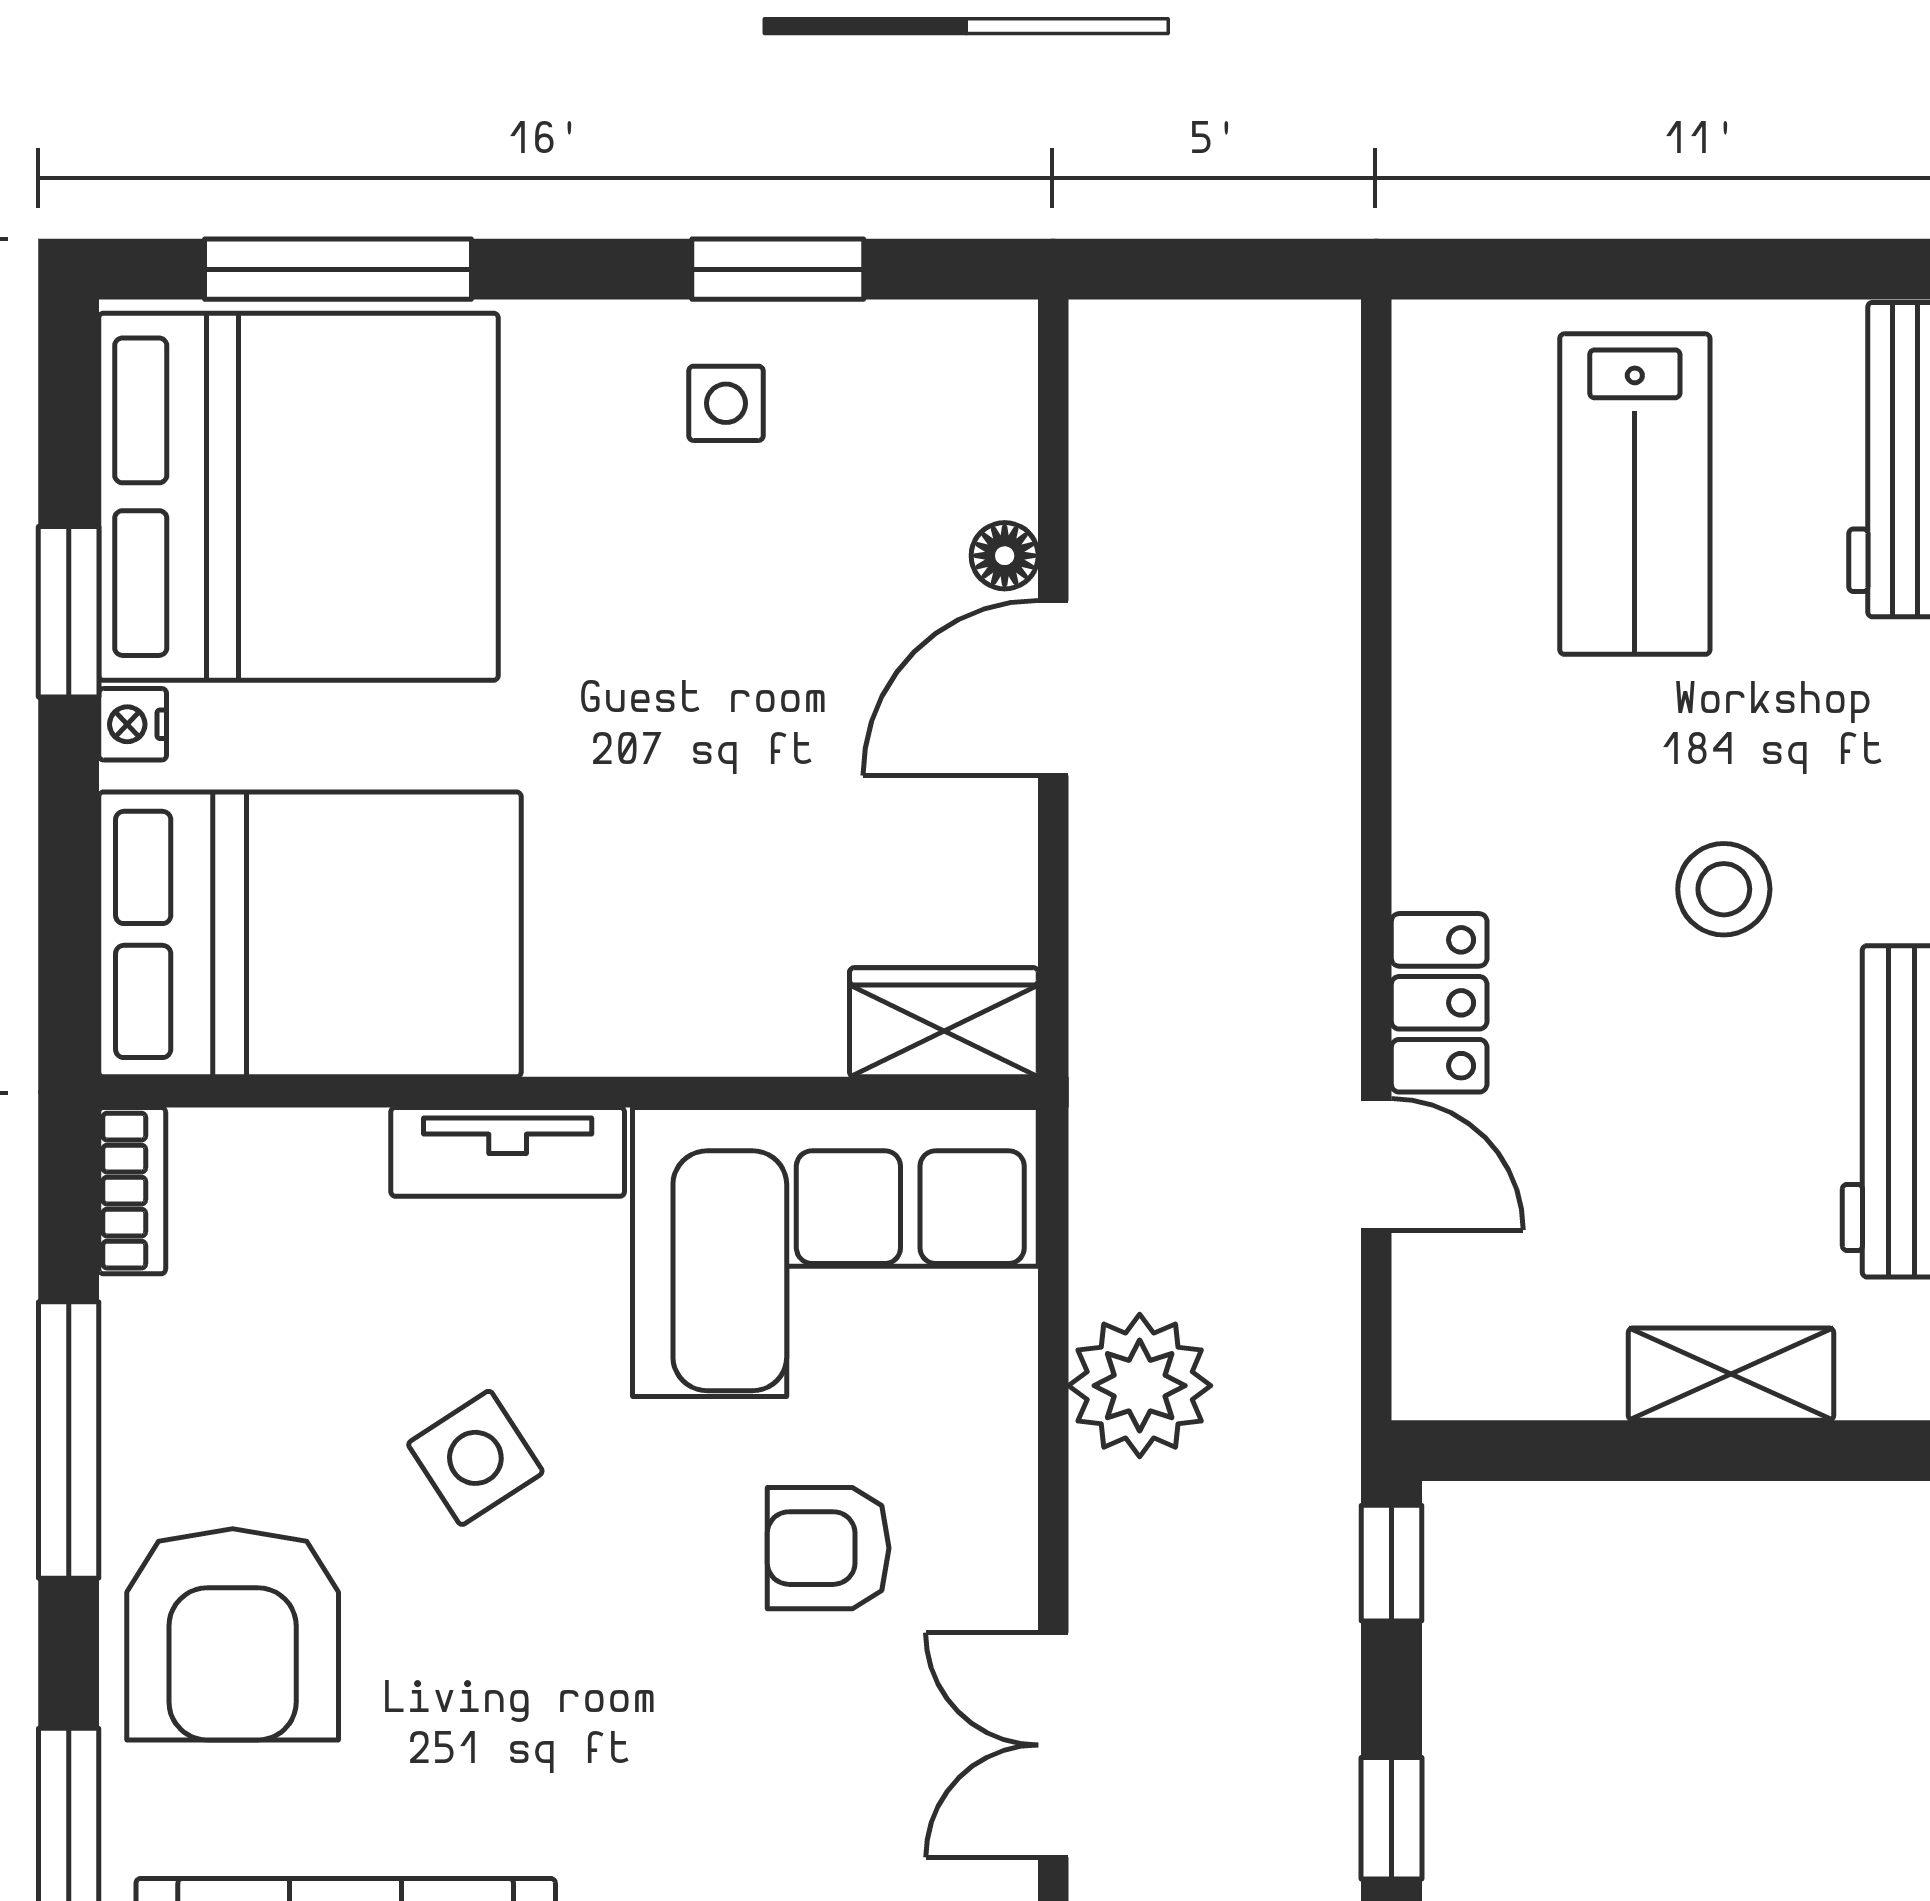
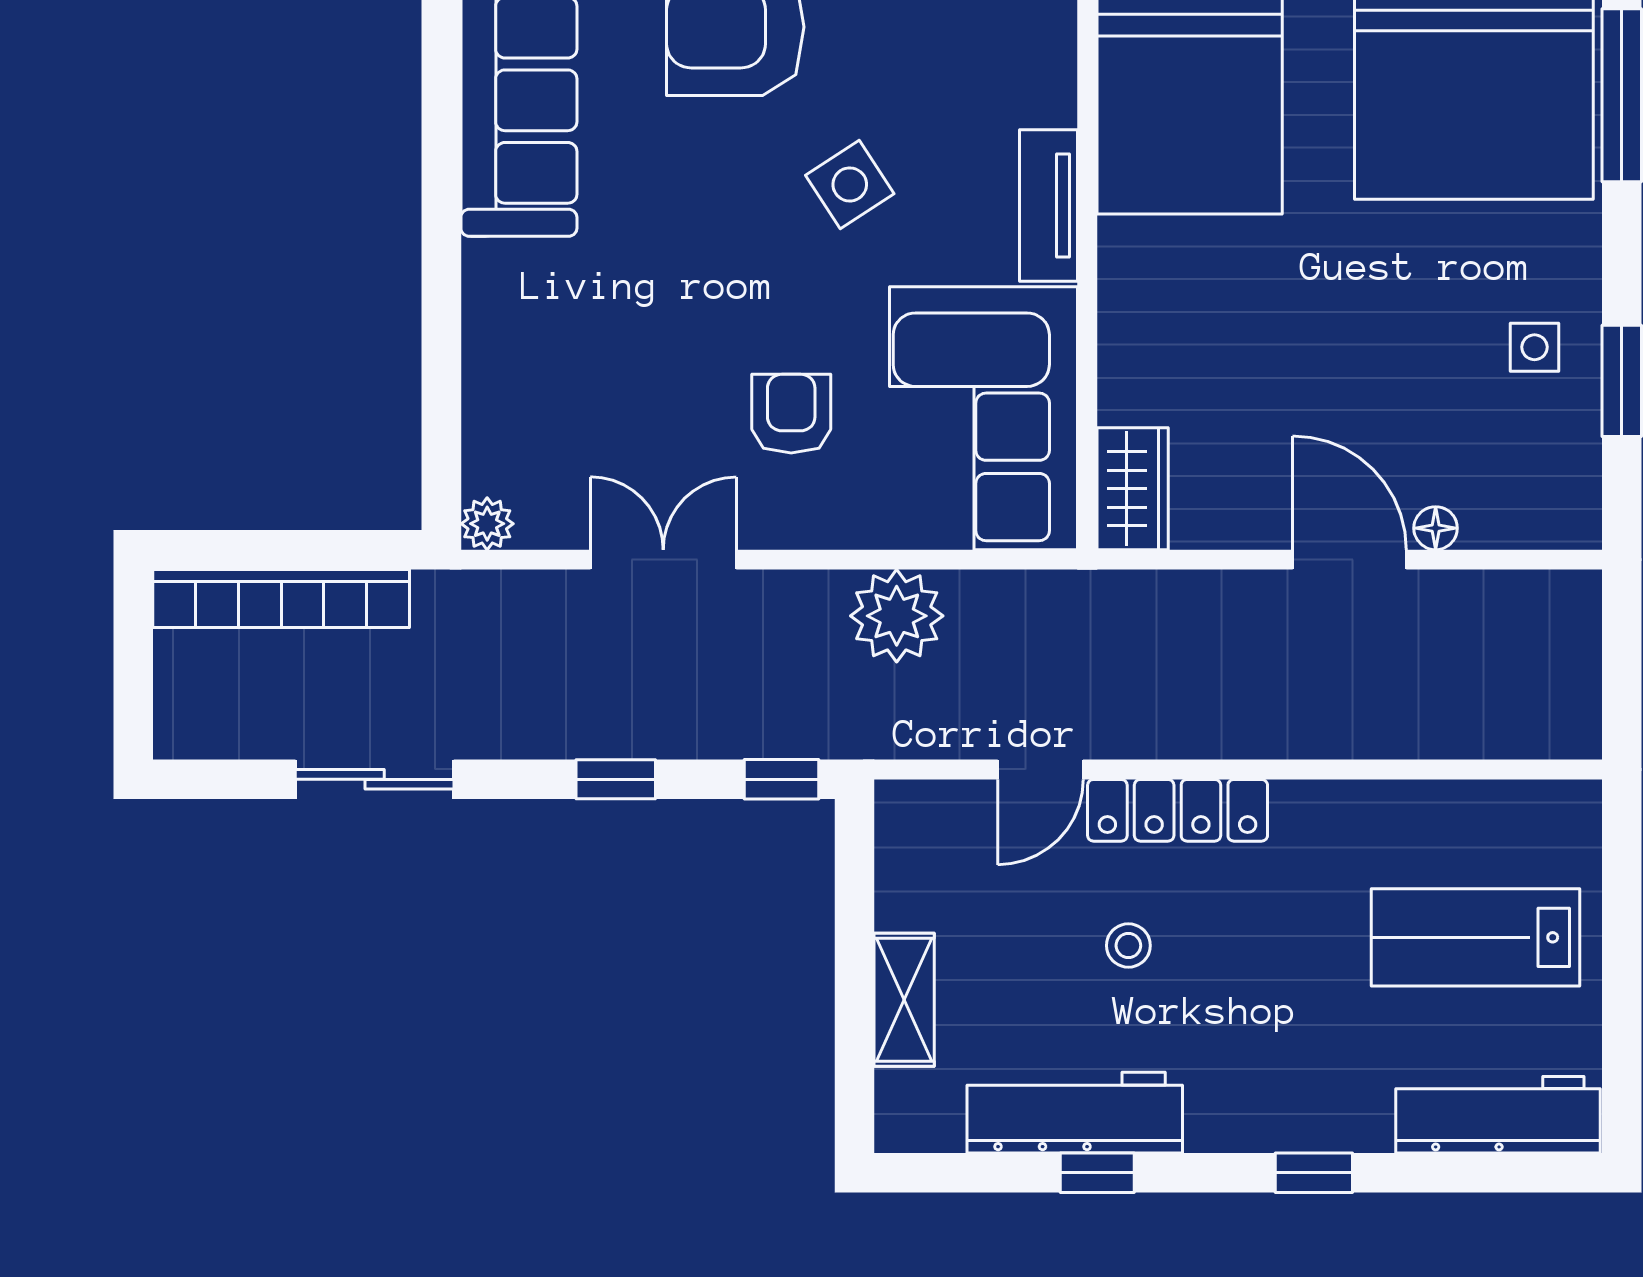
stool: (1724, 889) -> (1128, 946), moved, width x0.73, depth x0.73
locker: (1439, 1003) -> (1178, 810), width x1.53

